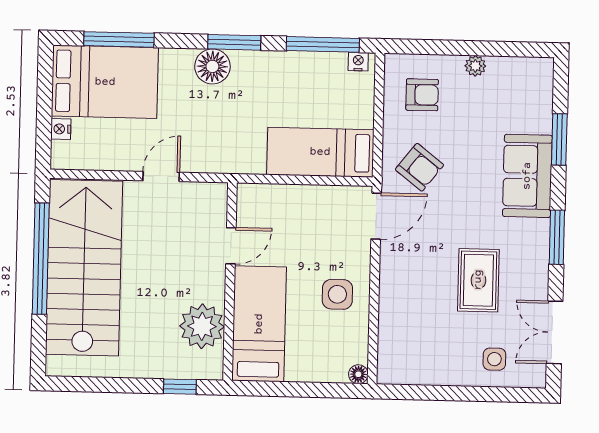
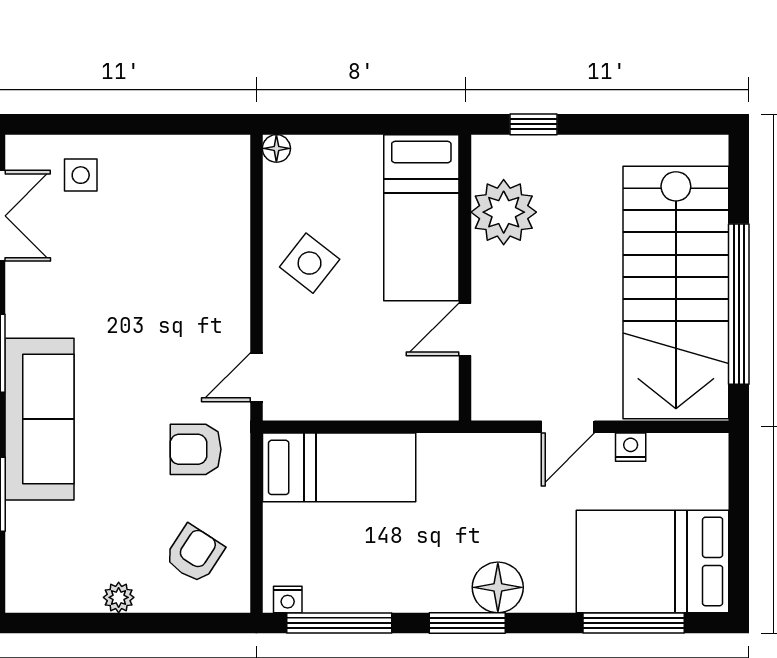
armchair: (422, 95) -> (194, 554), turned 123
nightstand: (61, 129) -> (631, 447), moved, turned -90
armchair: (419, 167) -> (196, 449), turned -38
sofa: (527, 176) -> (39, 419), width x1.36
door: (376, 216) -> (256, 377), width x0.73
rug: (478, 280) -> (106, 288), removed
side table: (337, 294) -> (310, 263), turned 38

